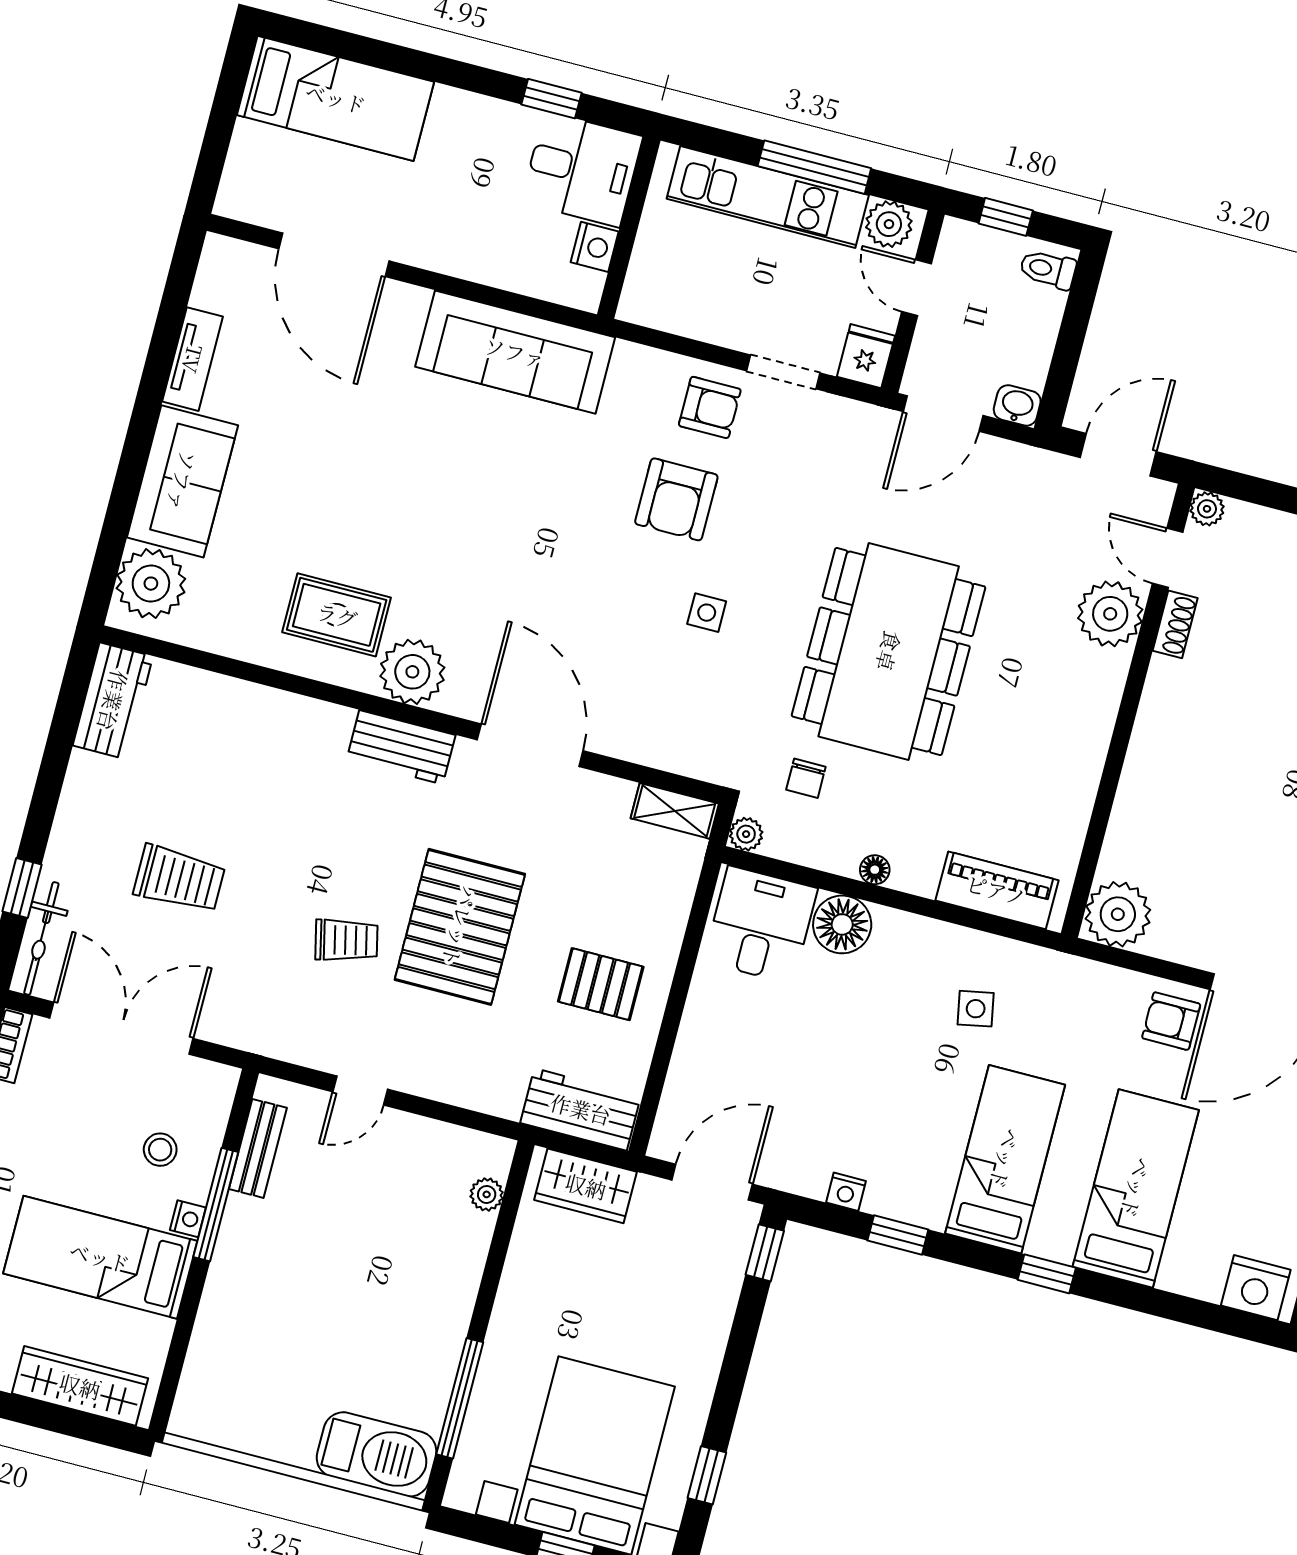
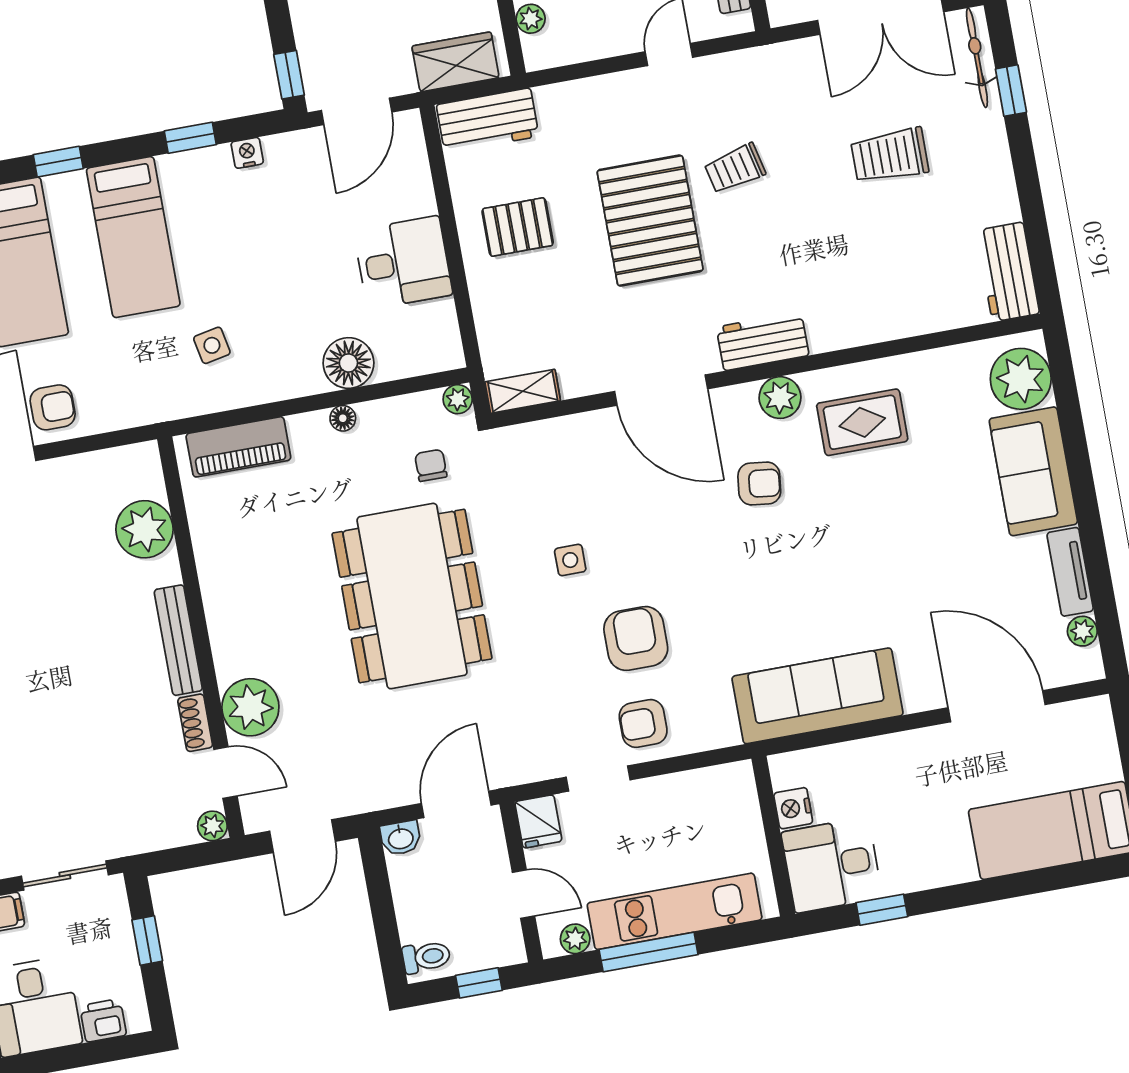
plant: (889, 224) -> (575, 939), width x0.73, depth x0.73
plant: (209, 291) -> (1082, 631), added
armchair: (473, 601) -> (759, 483), added
plant: (412, 672) -> (780, 398), width x0.73, depth x0.73
bench: (1153, 718) -> (178, 640), added
plant: (1118, 914) -> (144, 529), moved
desk: (760, 925) -> (403, 263), moved, turned -90

